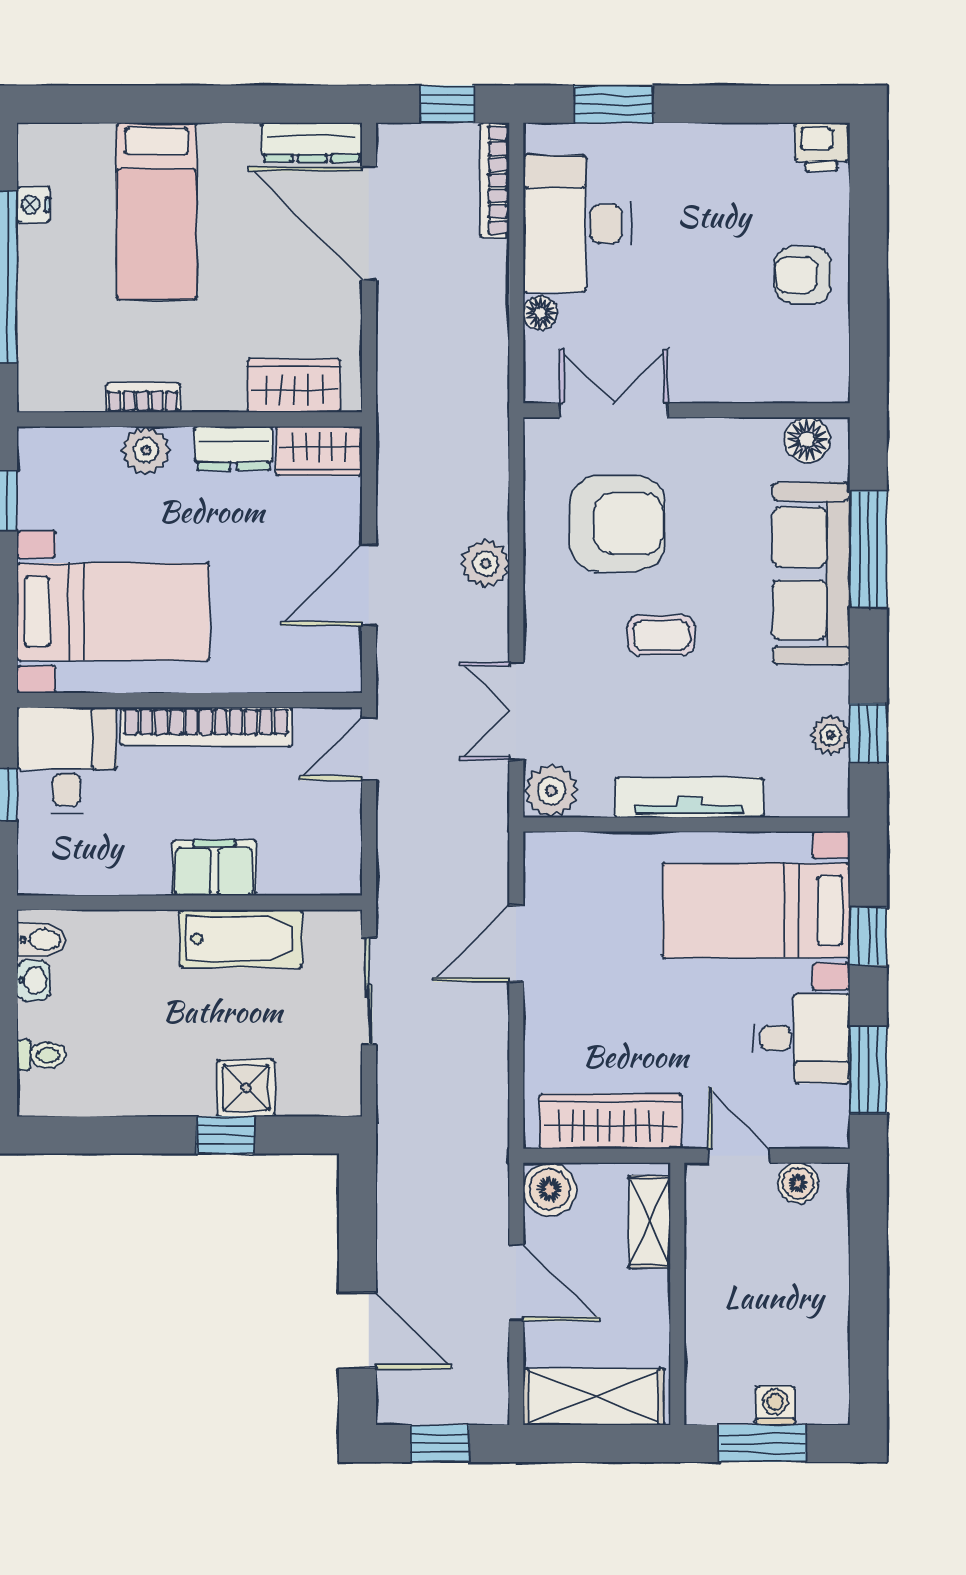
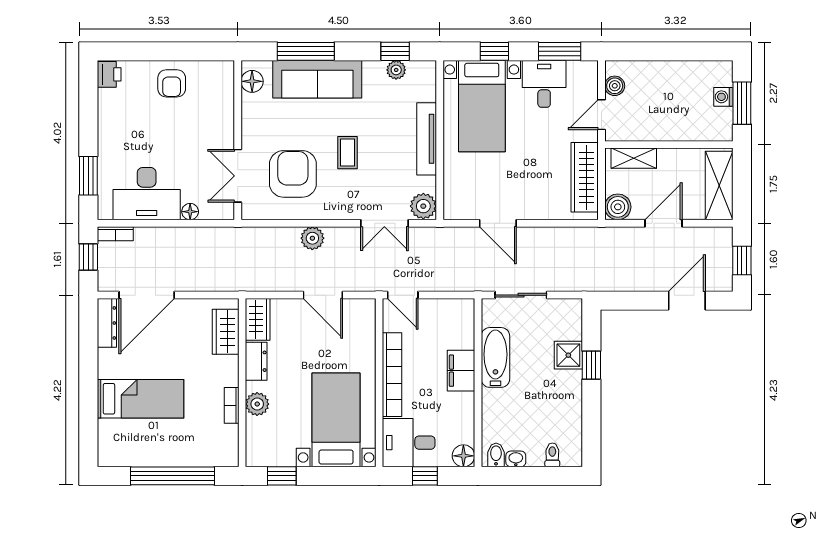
bookcase: (495, 180) -> (115, 234), width x0.64
nightstand: (34, 205) -> (137, 459), removed
floor lamp: (40, 873) -> (463, 456), added

